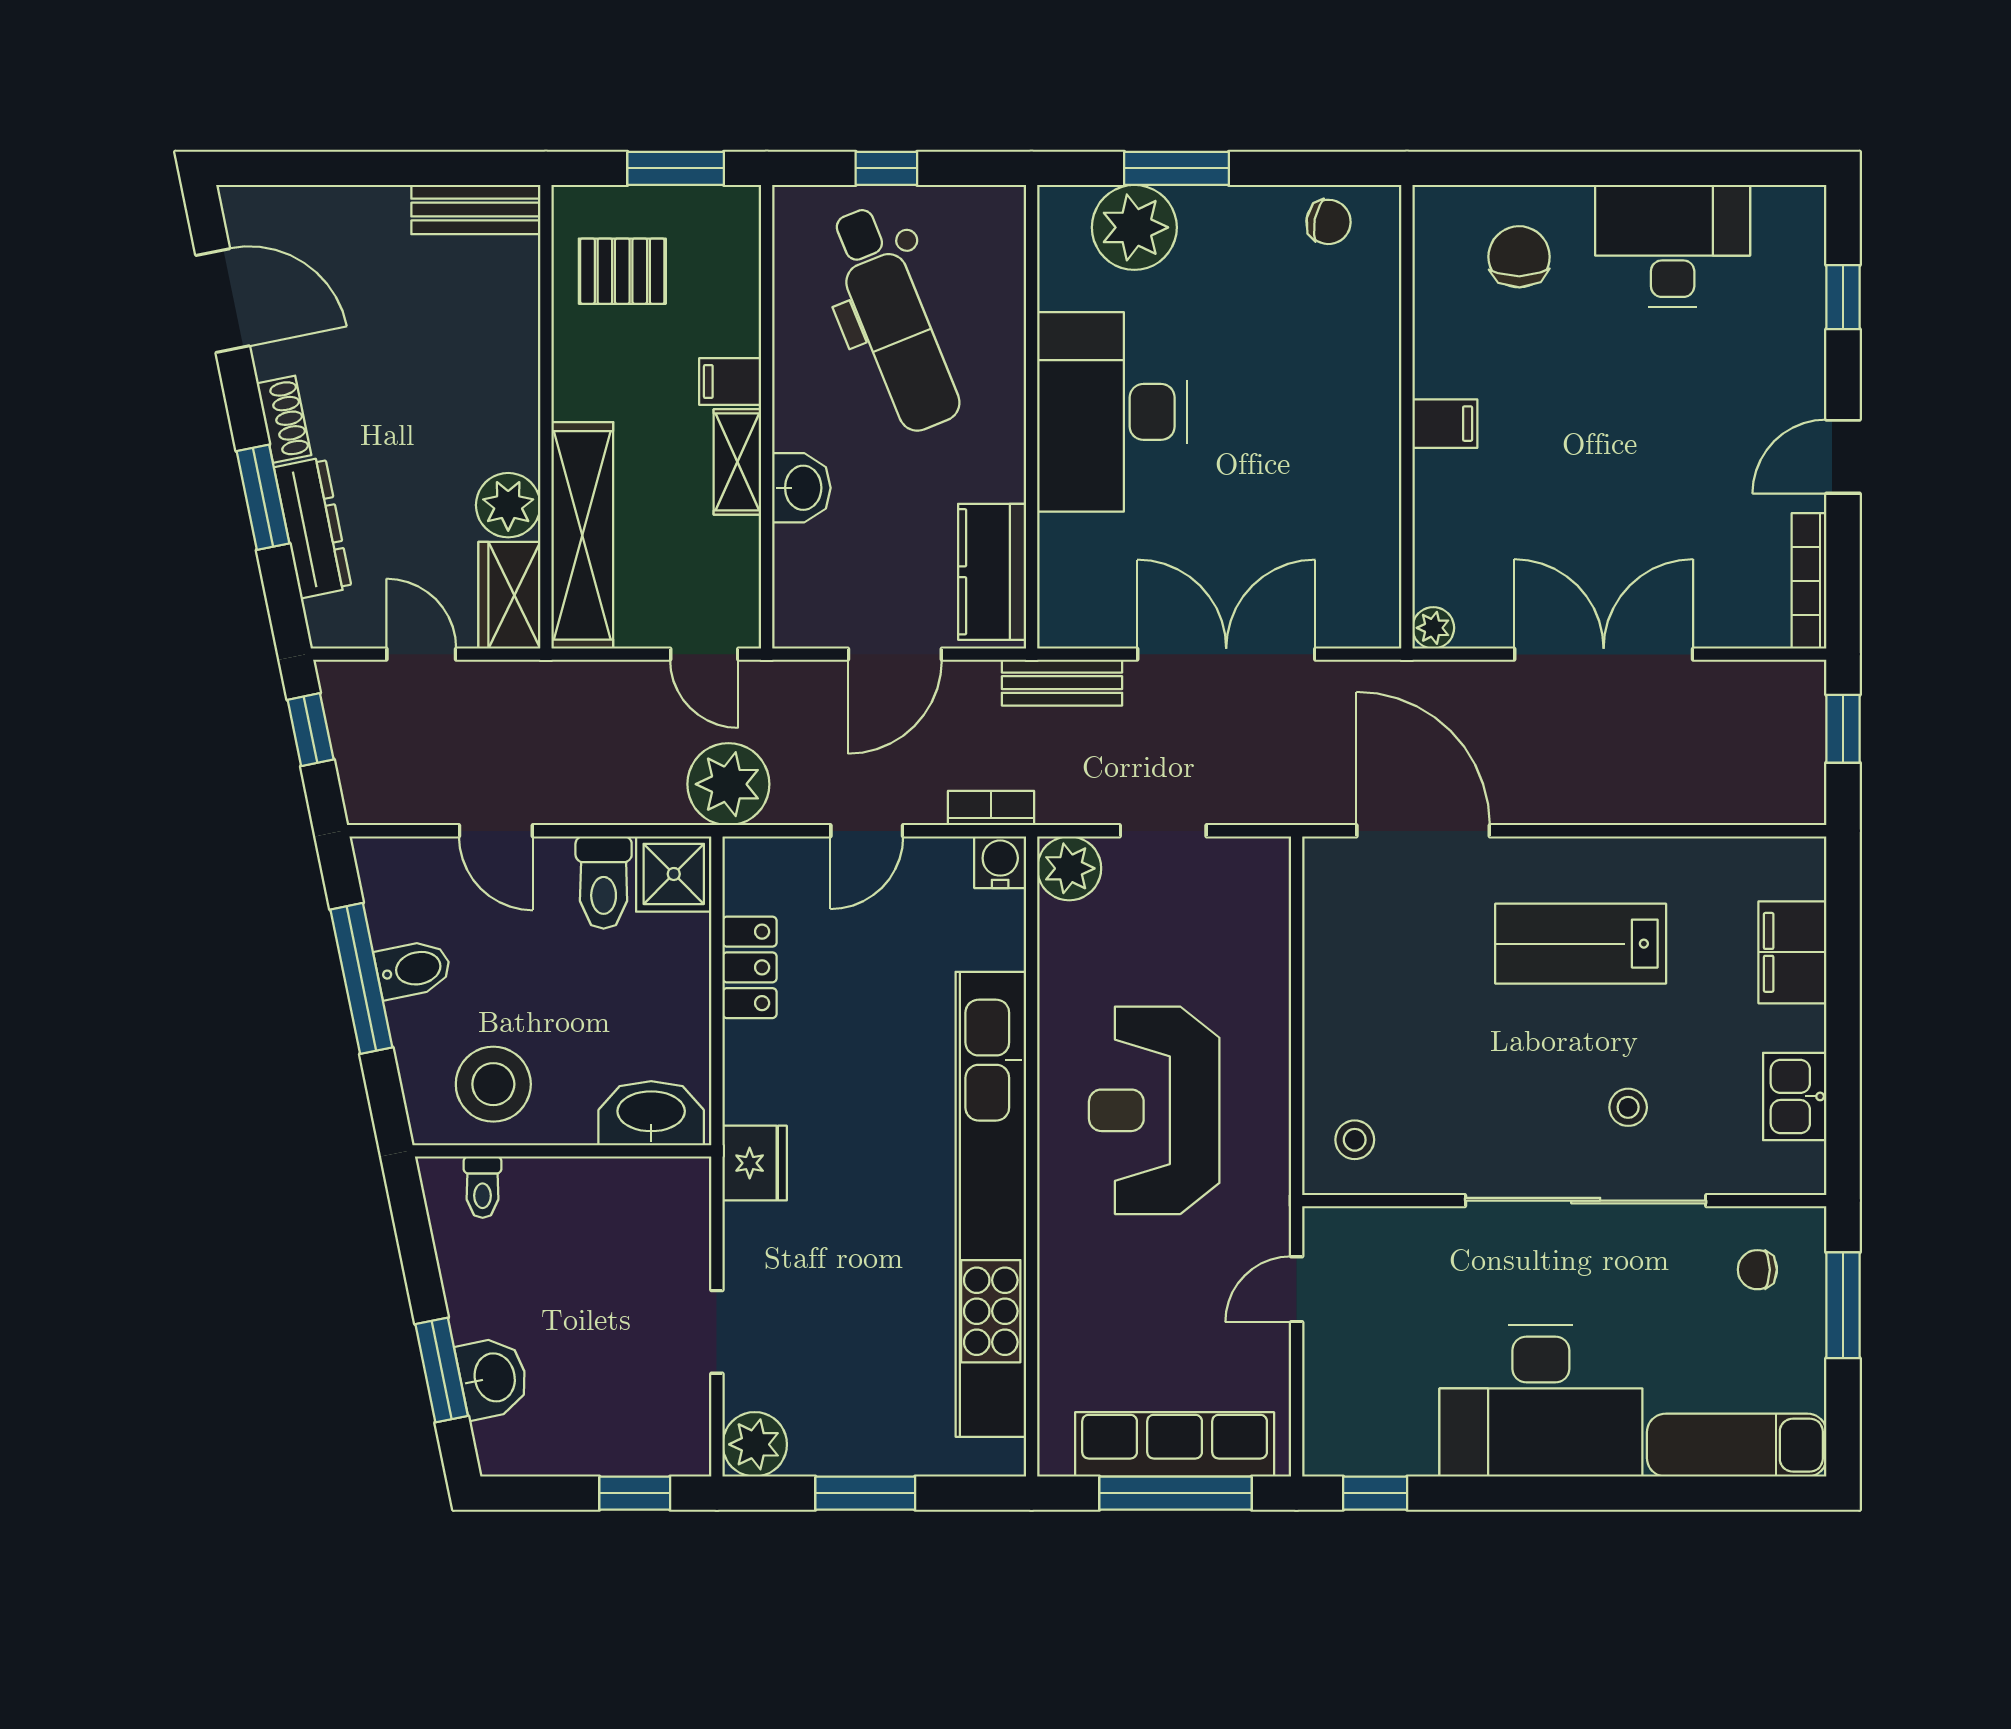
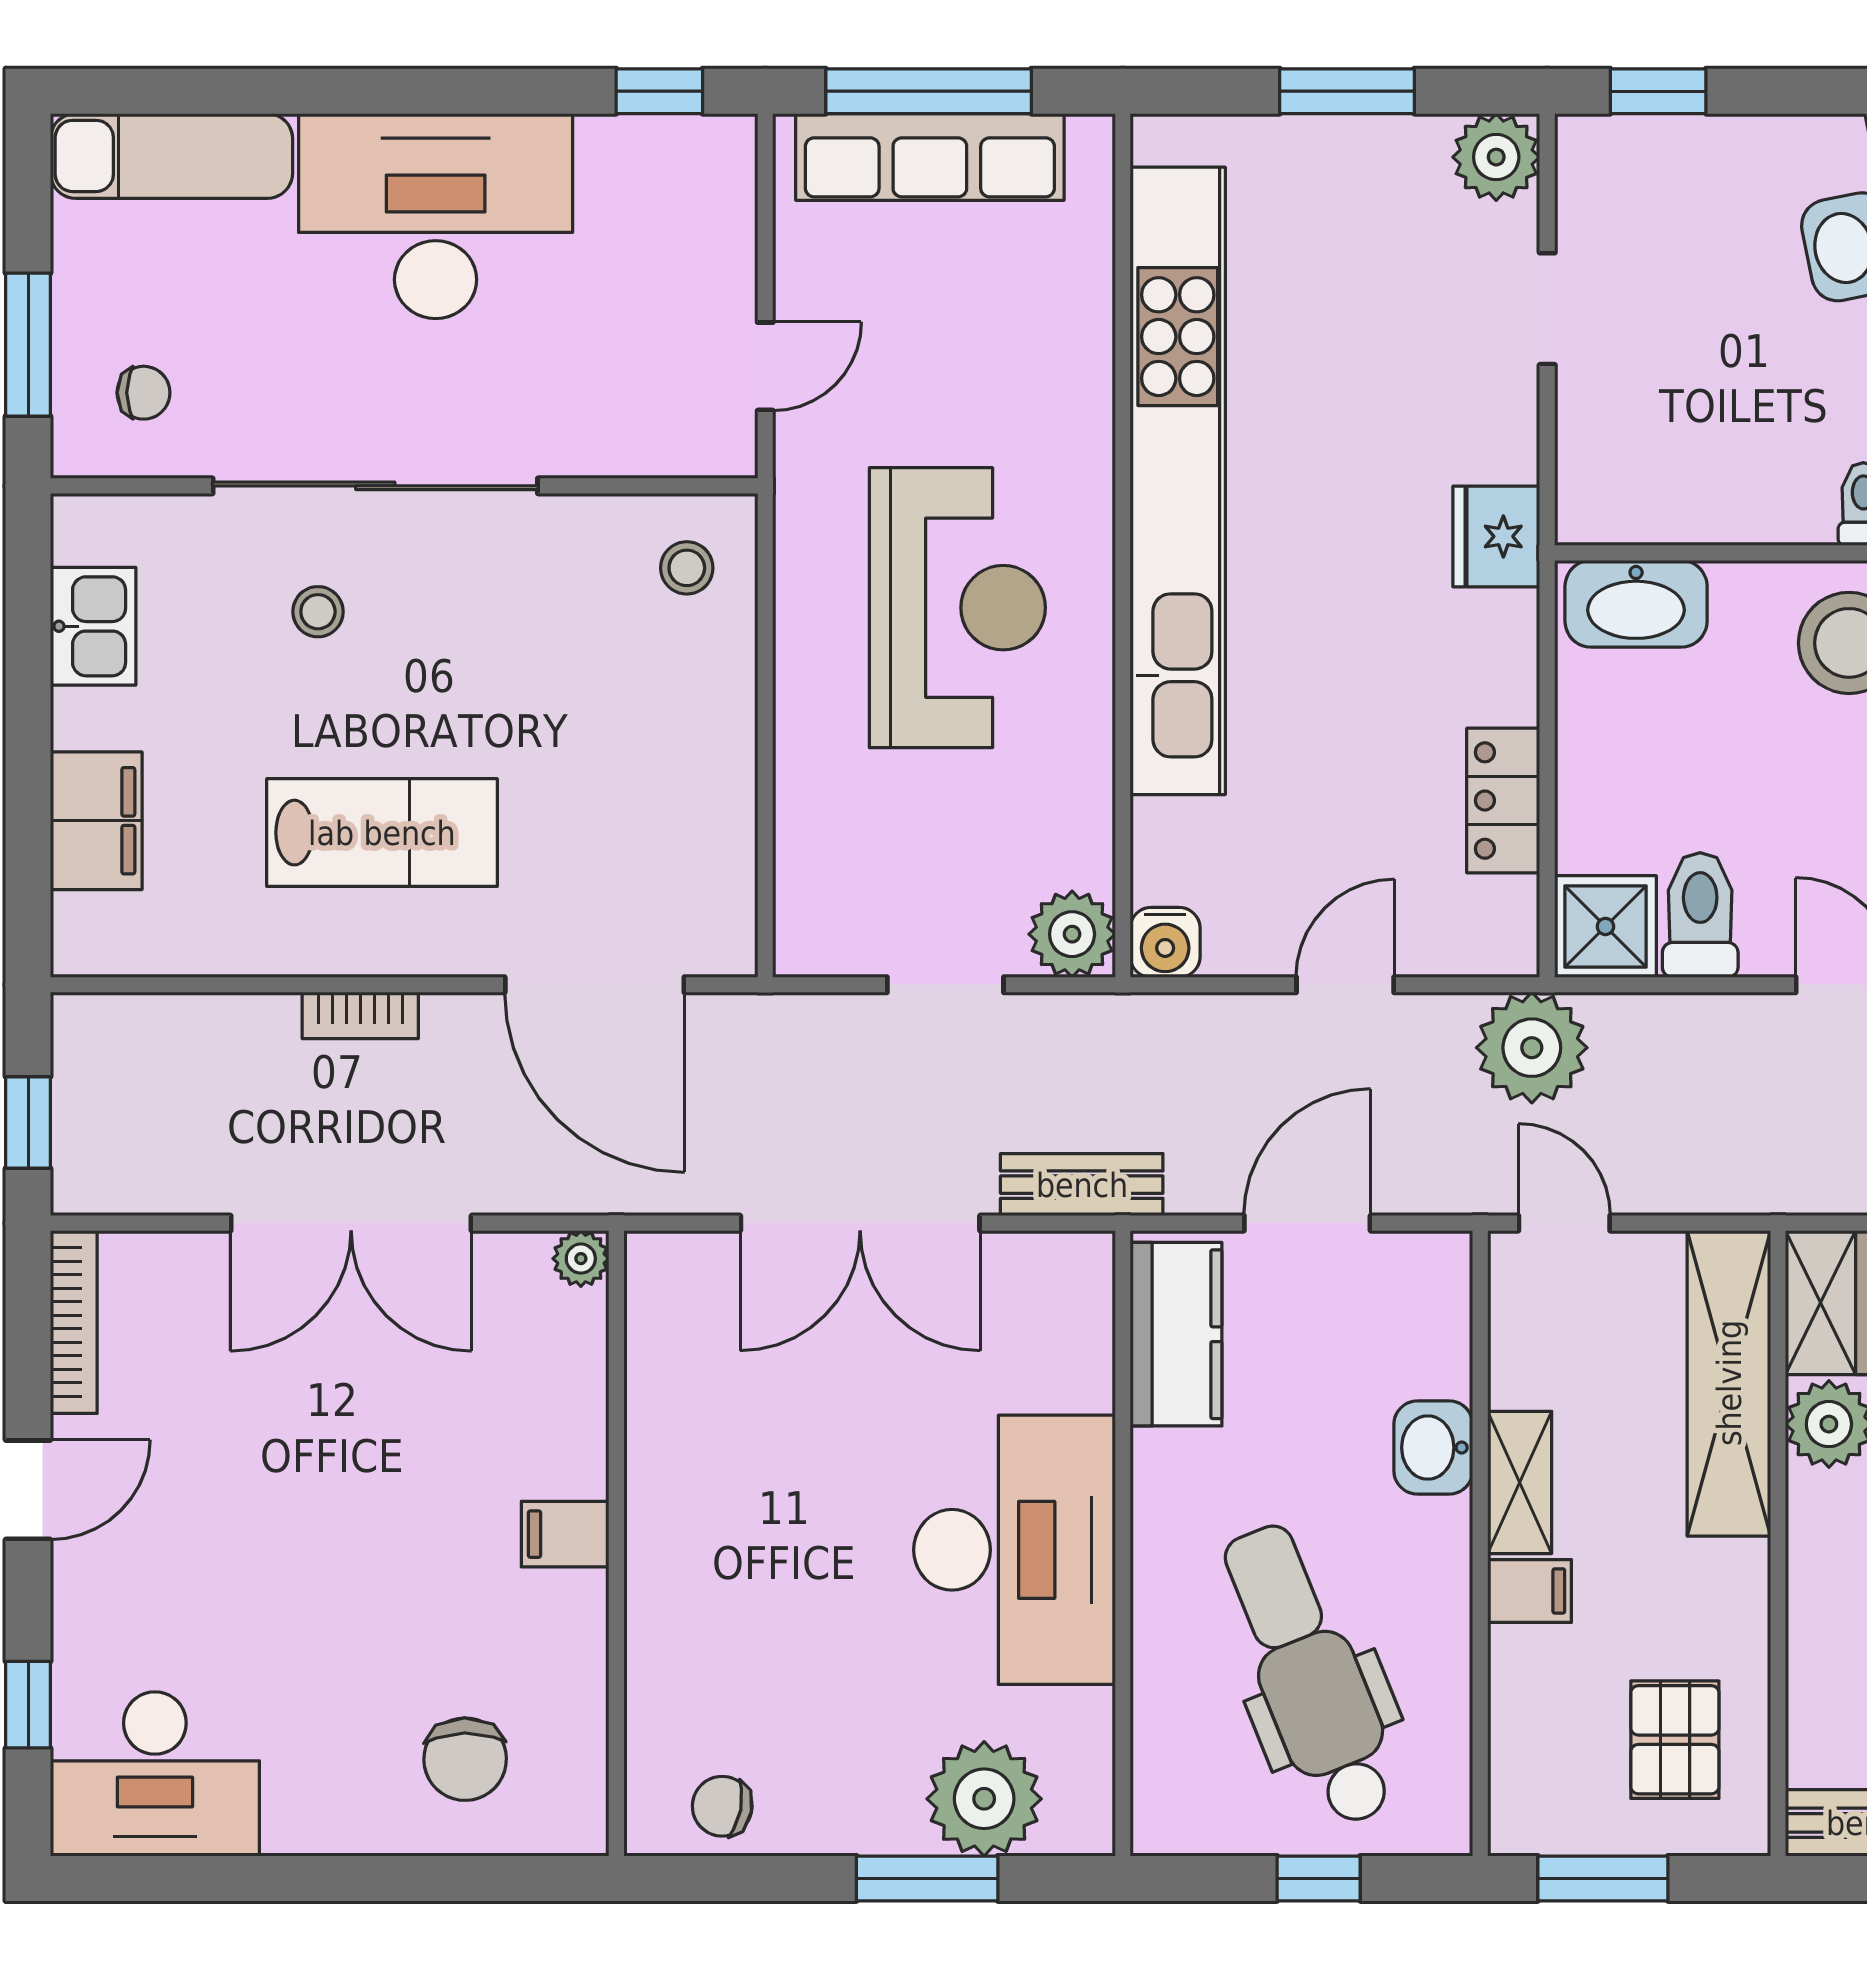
desk: (1673, 246) -> (155, 1774), moved
pallet: (622, 271) -> (1675, 1740), turned 90
bookcase: (991, 808) -> (360, 1015), moved

